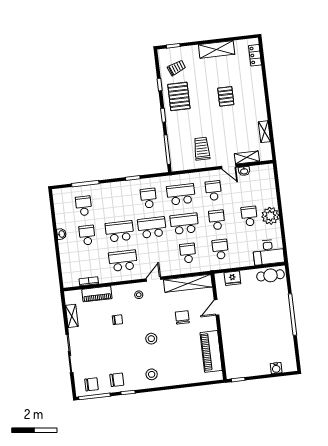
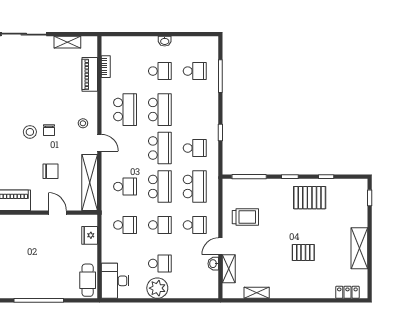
trolley: (177, 68) -> (343, 199), removed
chair: (117, 320) -> (49, 130), moved

